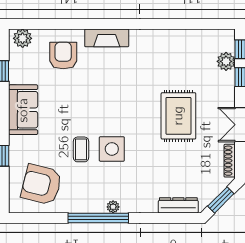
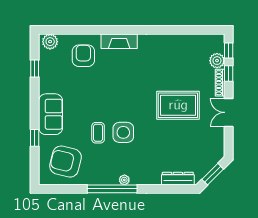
sofa: (23, 110) -> (51, 114), moved
rug: (178, 116) -> (178, 105), turned 90
shoe rack: (230, 161) -> (220, 83), moved

